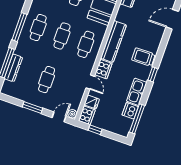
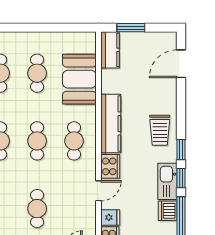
trolley: (143, 57) -> (160, 130), turned -89
door: (90, 82) -> (99, 191), hinge flipped
window: (146, 93) -> (181, 178), added

